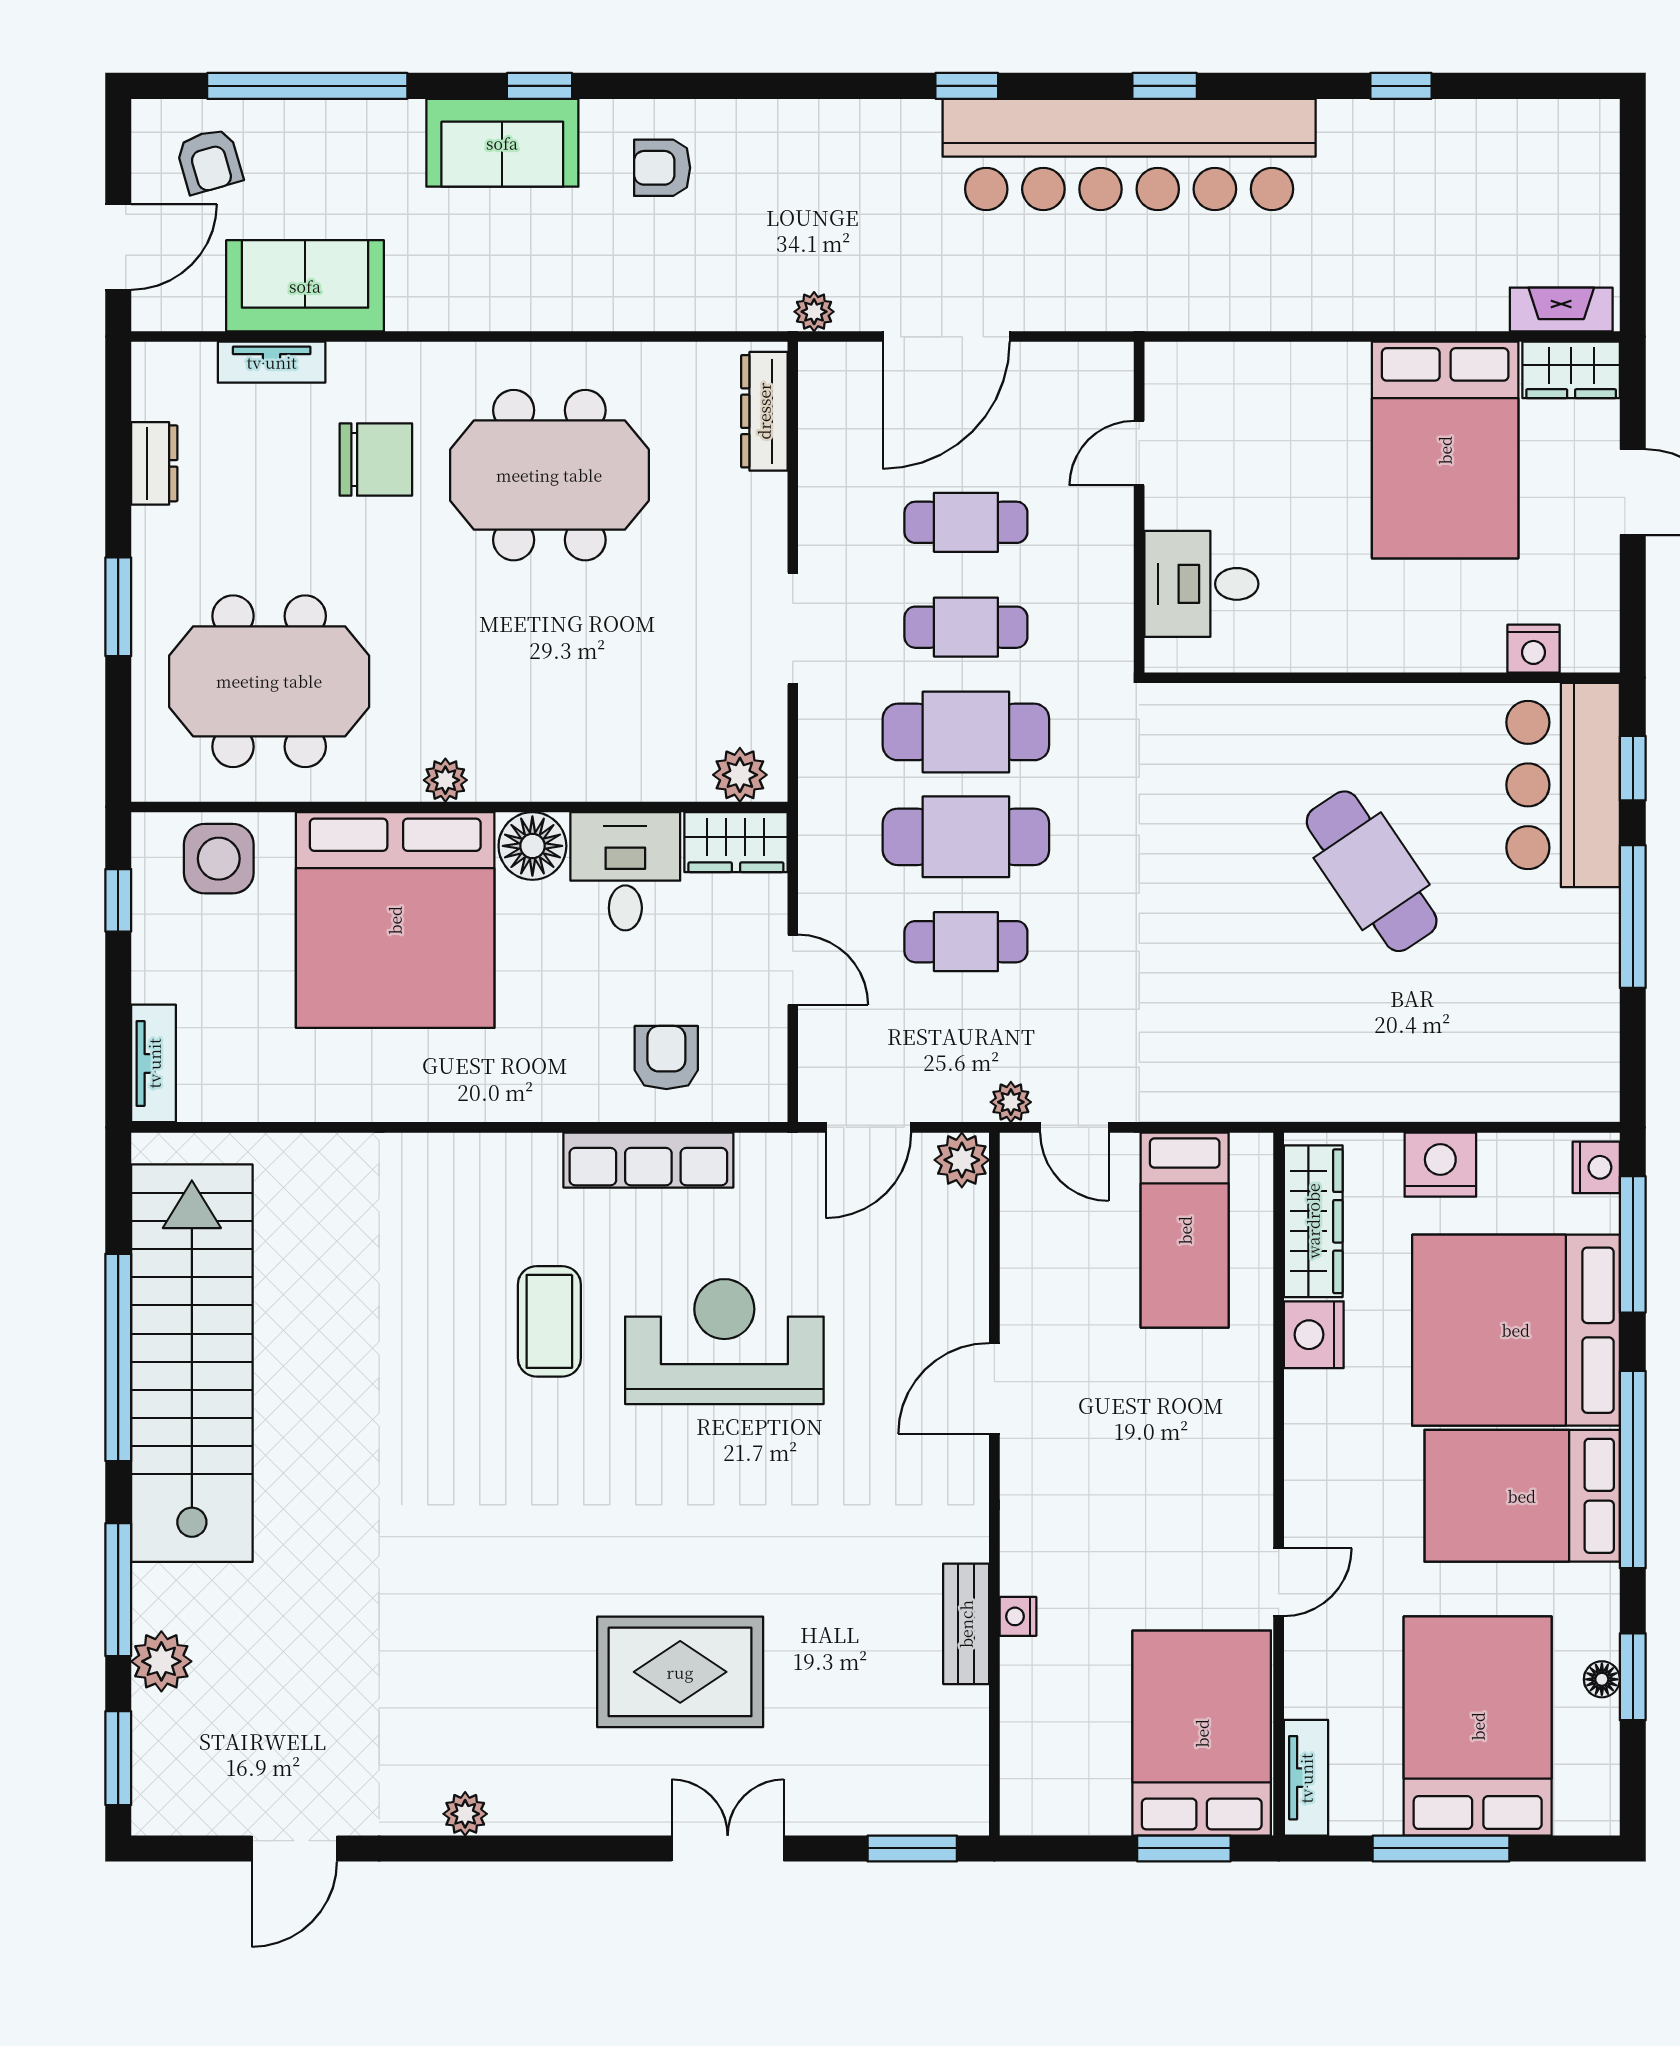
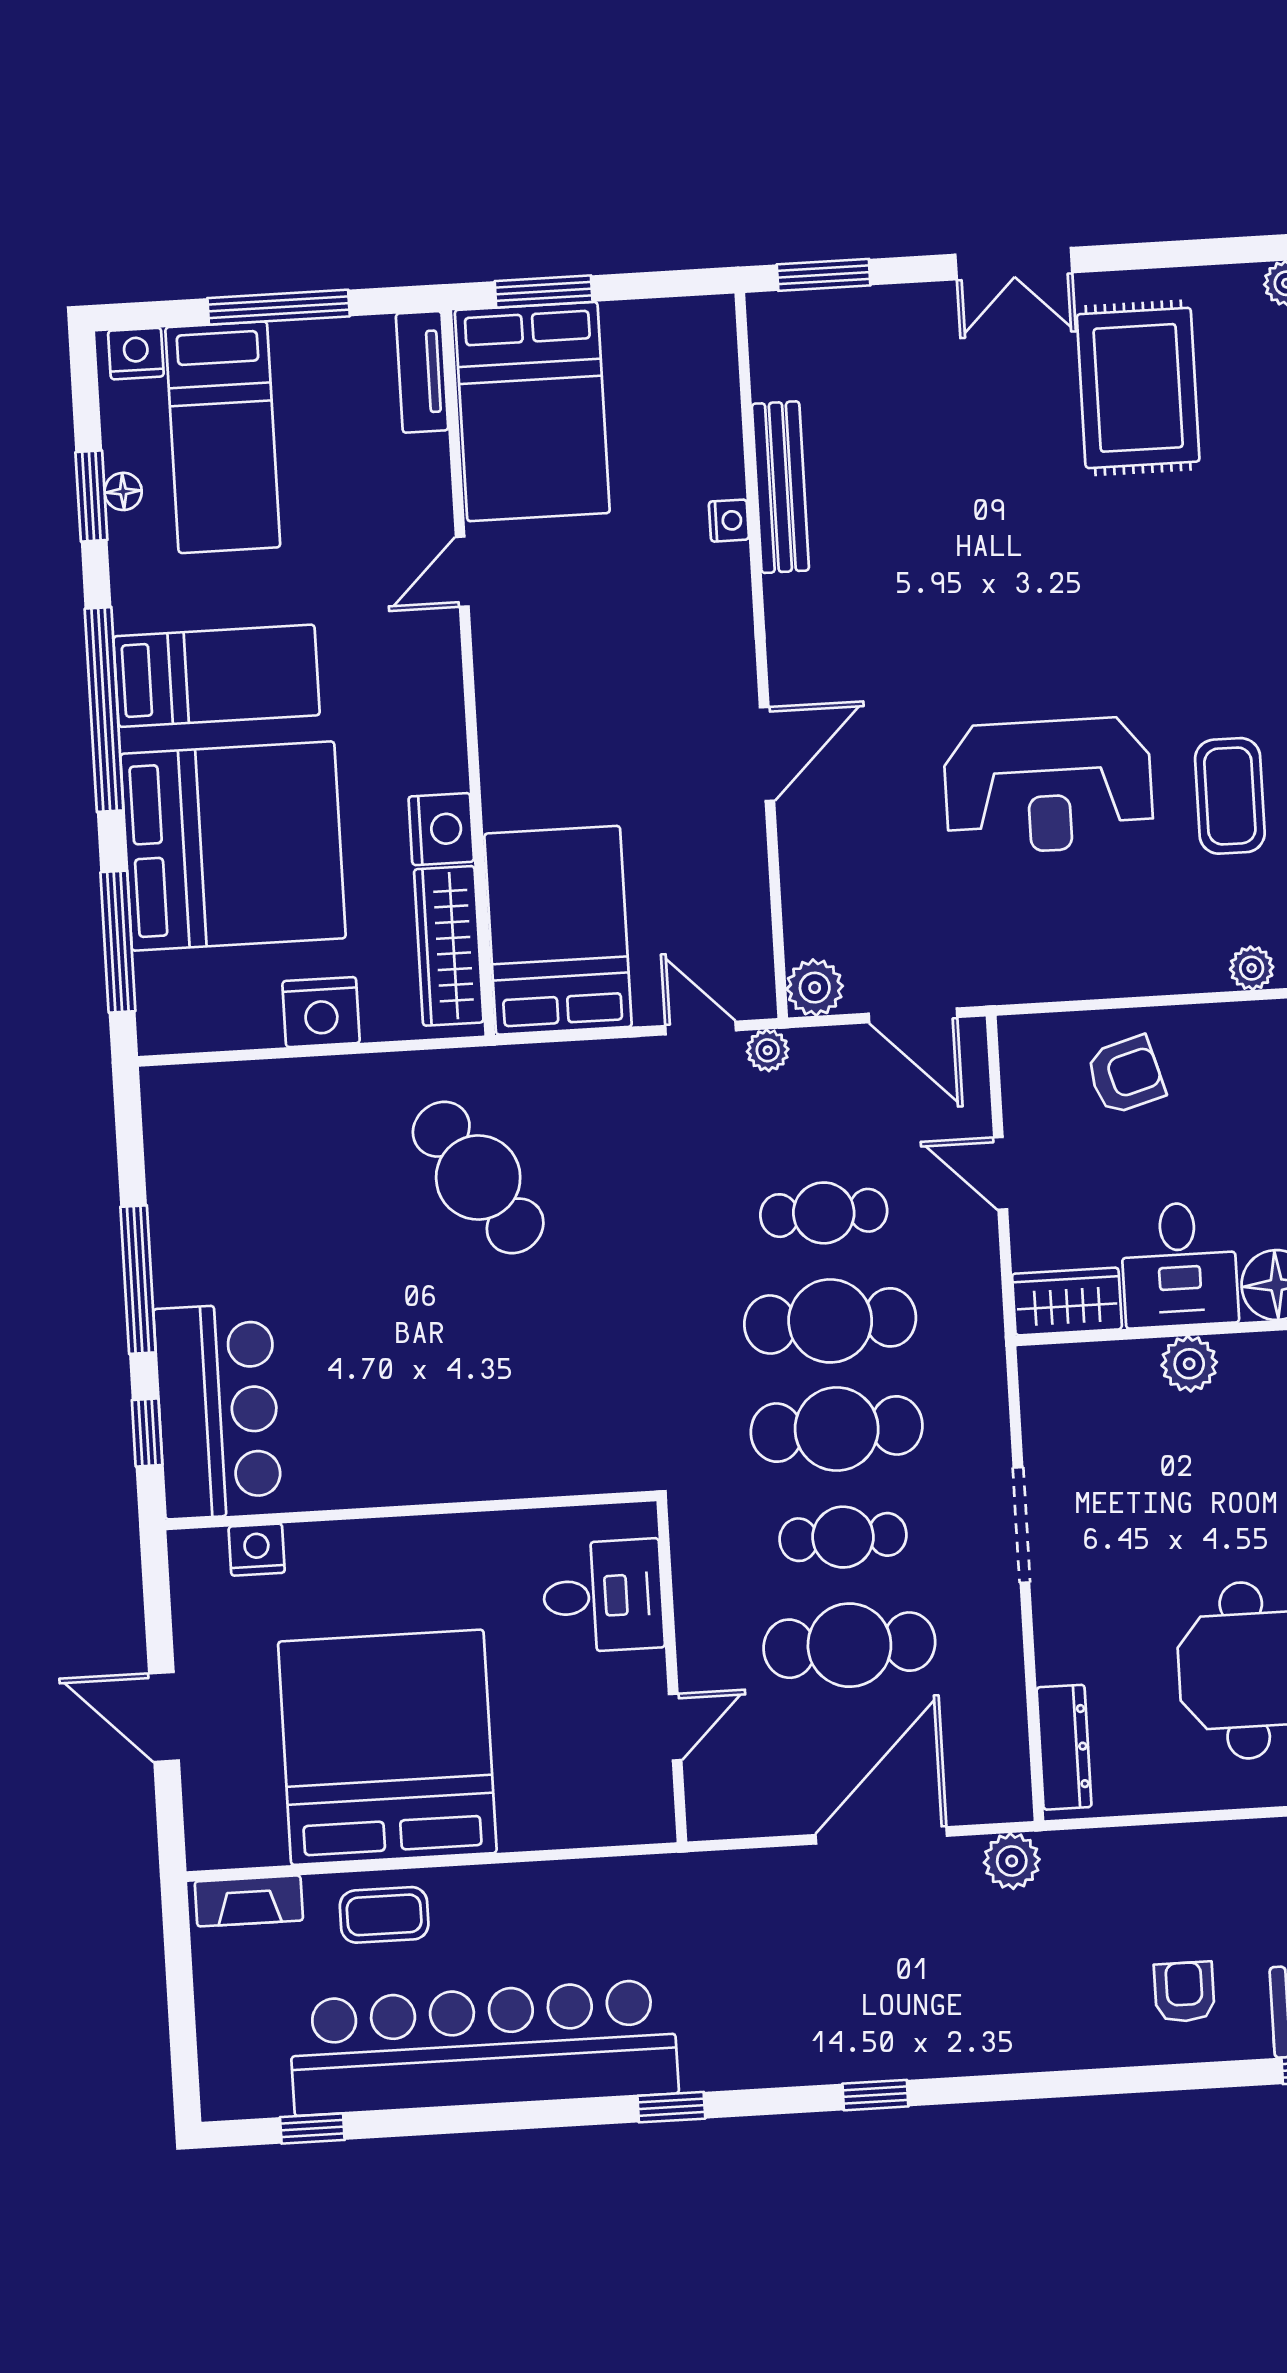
window: (1401, 86) -> (312, 2128), moved
bar counter: (1129, 154) -> (484, 2047), moved
armchair: (662, 168) -> (1184, 1992), turned -90
coffee table: (1431, 288) -> (384, 1915), added
plant: (814, 312) -> (1012, 1861), width x1.38, depth x1.38
wardrobe: (1571, 370) -> (235, 1839), removed
bed: (1445, 450) -> (387, 1747), width x1.36
cafe table: (966, 522) -> (849, 1645), width x1.37, depth x1.35
plant: (740, 775) -> (1189, 1364), moved
cafe table: (1372, 871) -> (478, 1178), moved
armchair: (666, 1058) -> (1125, 1075), turned -106
door: (868, 1127) -> (913, 1015), swing flipped
plant: (538, 1154) -> (1252, 968), added
row of seats: (648, 1160) -> (1138, 968), removed
nightstand: (1596, 1167) -> (136, 354), moved, turned 90
bed: (1185, 1230) -> (558, 930), width x1.50
bed: (1522, 1496) -> (216, 676), width x0.67
bench: (966, 1624) -> (780, 487), width x1.36
rug: (680, 1672) -> (1138, 388), moved, turned 90
bed: (1478, 1726) -> (223, 437), width x0.67

